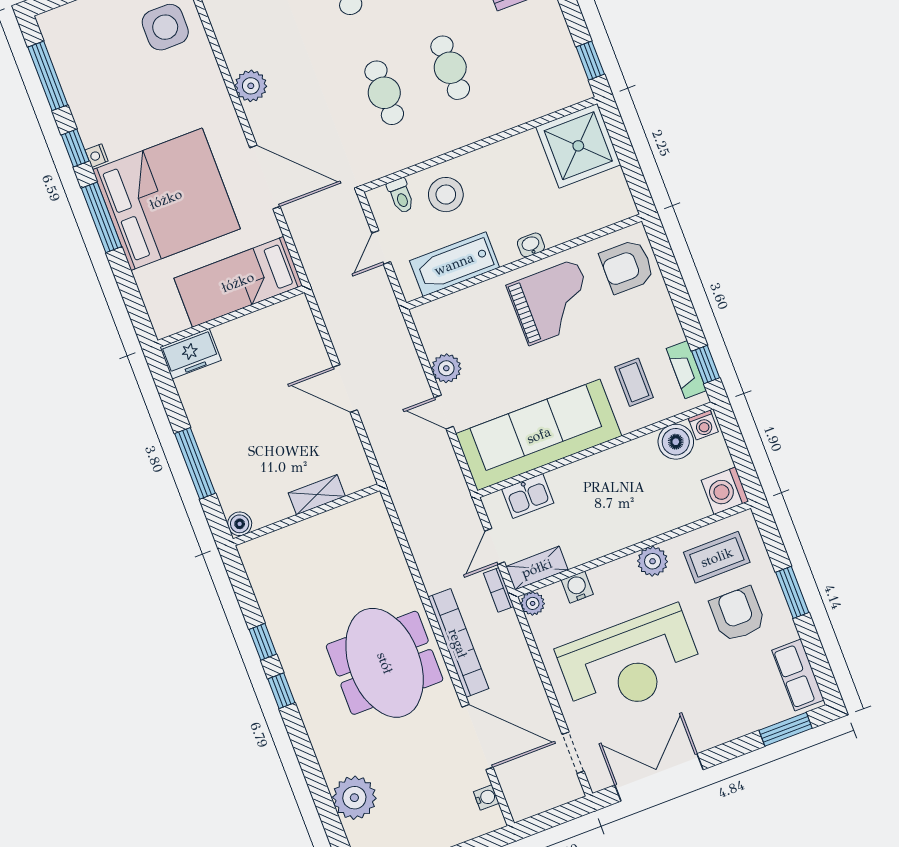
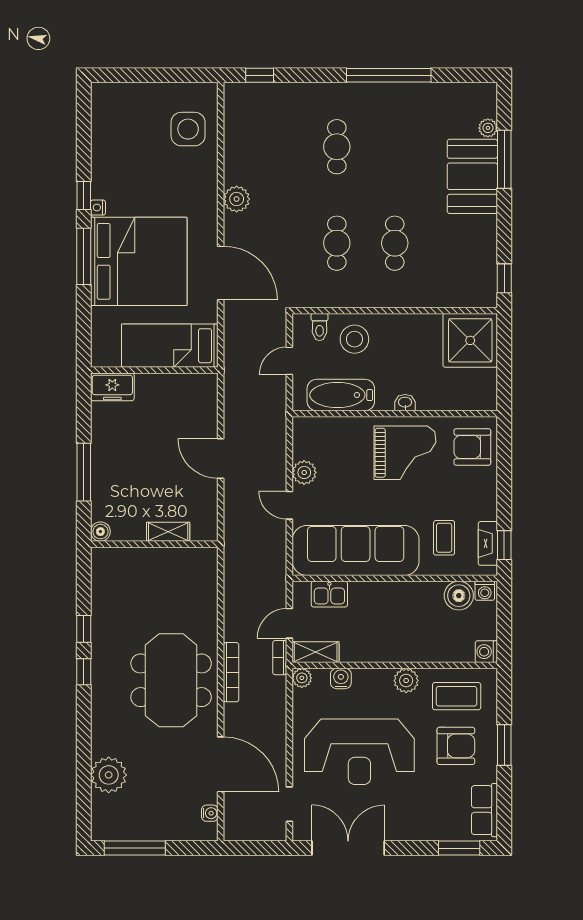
window: (48, 76) -> (84, 132), removed
washing machine: (725, 491) -> (486, 652), width x0.73, depth x0.73
armchair: (738, 614) -> (456, 746), turned 90
bookcase: (458, 643) -> (231, 672), width x0.68, depth x0.76

